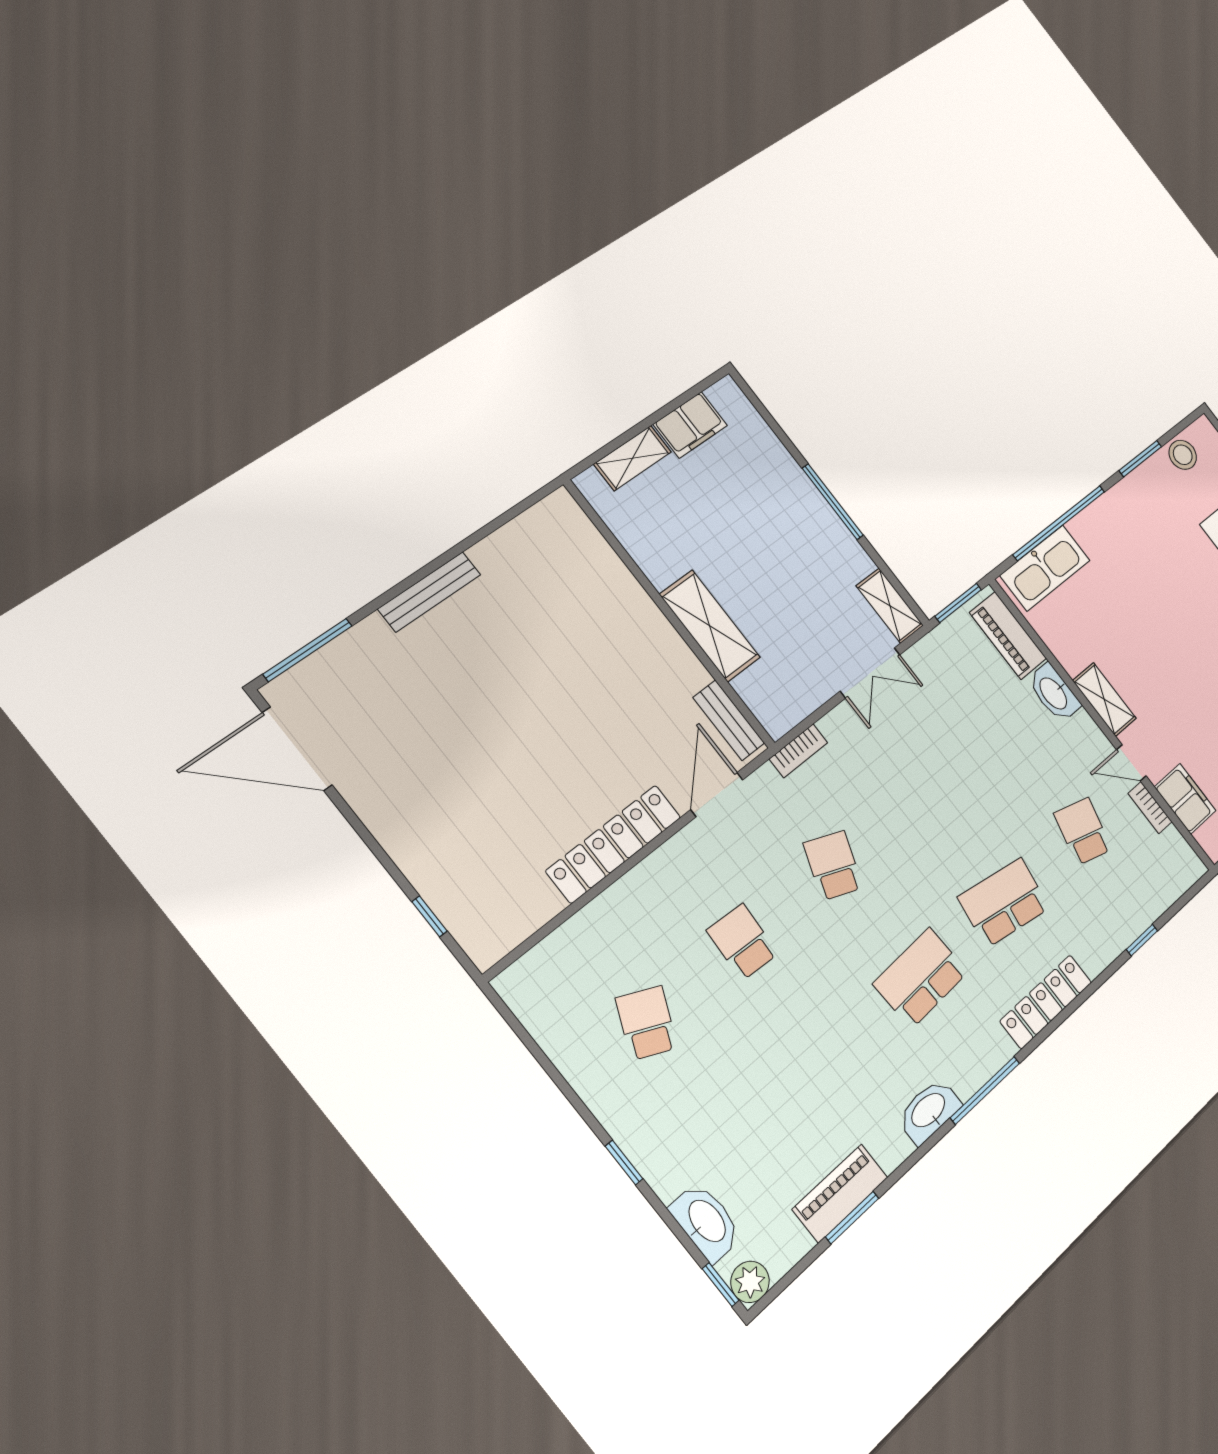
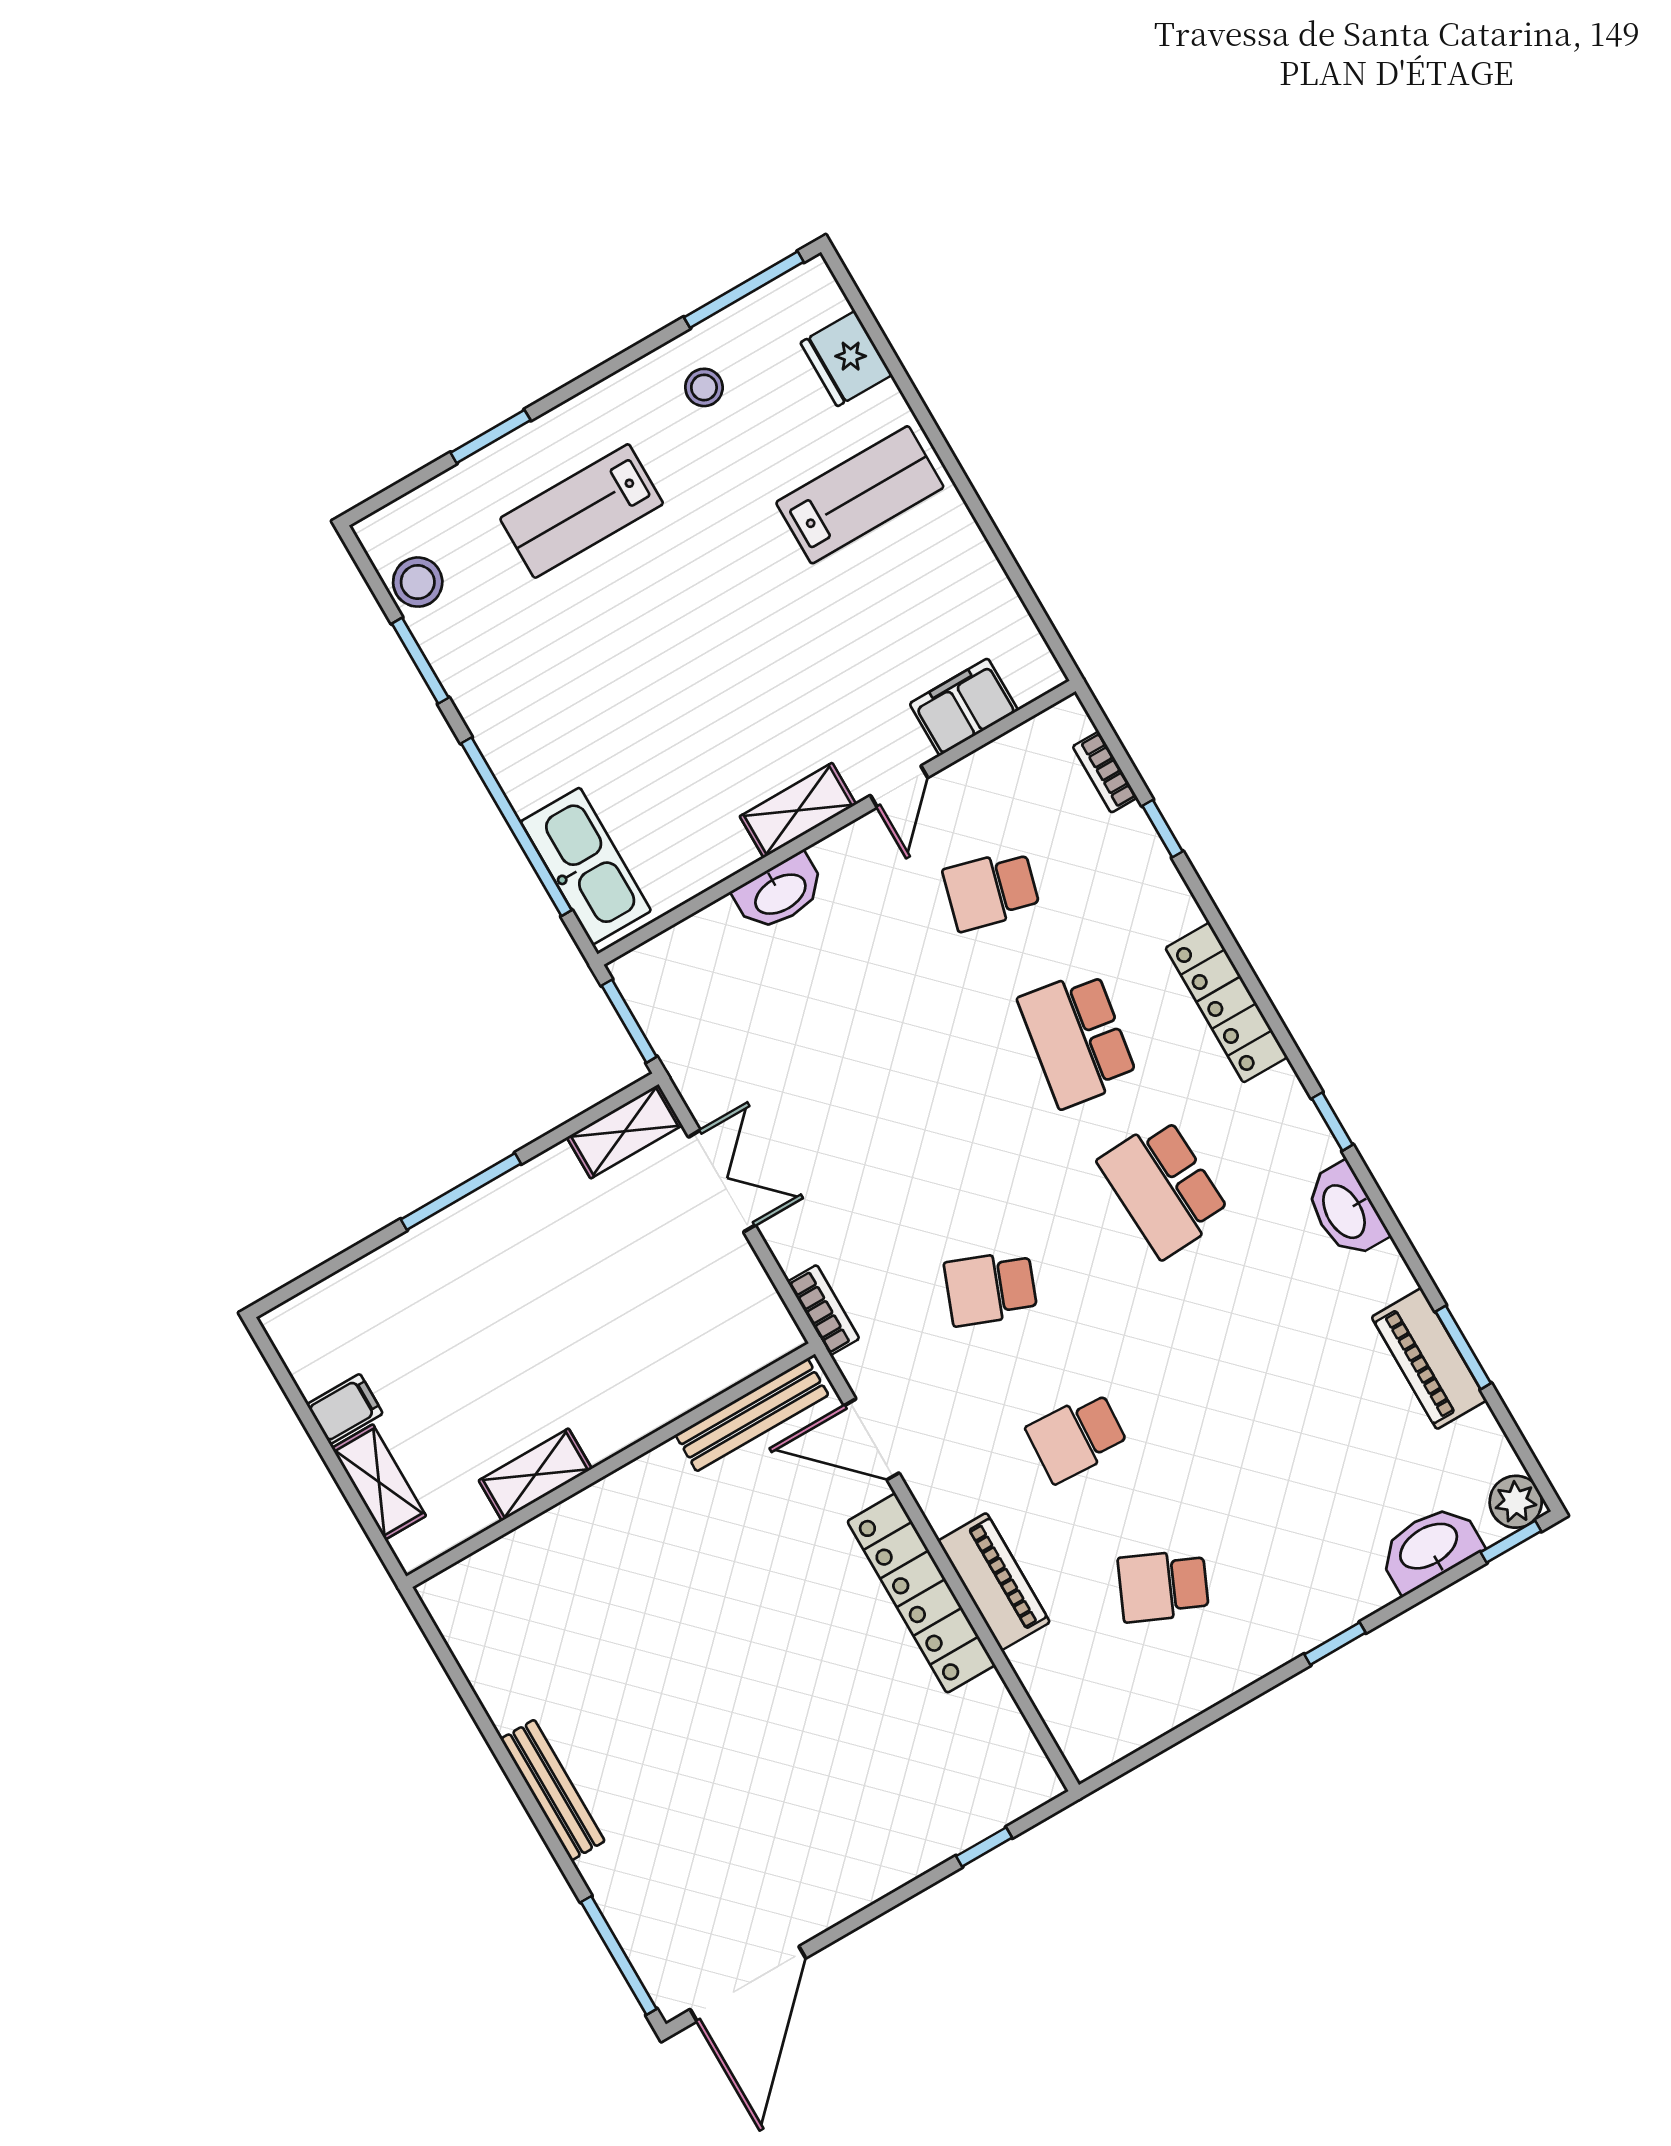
filing cabinet: (690, 425) -> (345, 1409), width x0.50
shelving: (710, 626) -> (535, 1475), moved, width x0.67, depth x0.75
piano: (1008, 635) -> (994, 1582), moved, turned -90
bench: (729, 720) -> (752, 1415), width x1.36
bookcase: (1150, 808) -> (1105, 772), moved, turned 90
window: (985, 1090) -> (1332, 1122), width x0.46

